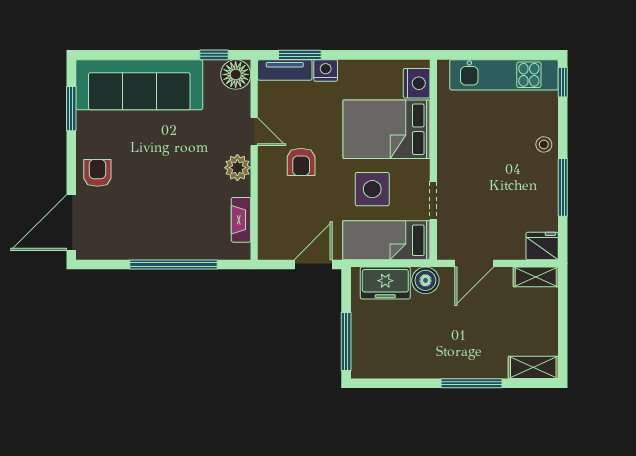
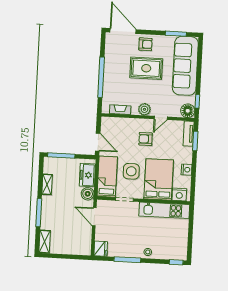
nightstand: (326, 70) -> (187, 170), moved
kitchen unit: (504, 75) -> (164, 210), moved, turned -90
rug: (149, 169) -> (146, 68), added
shelving: (536, 277) -> (47, 184), moved

